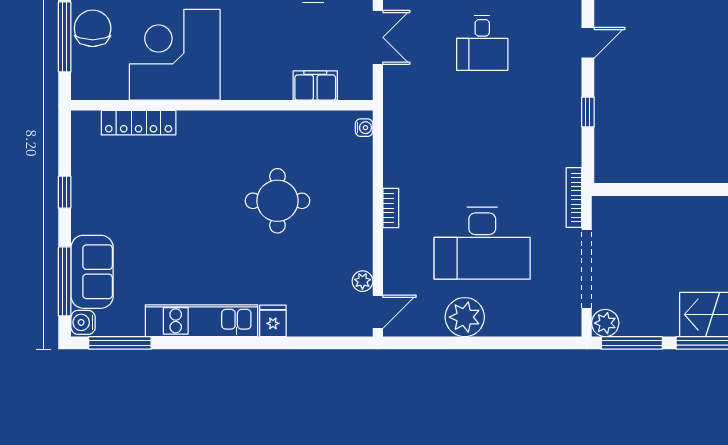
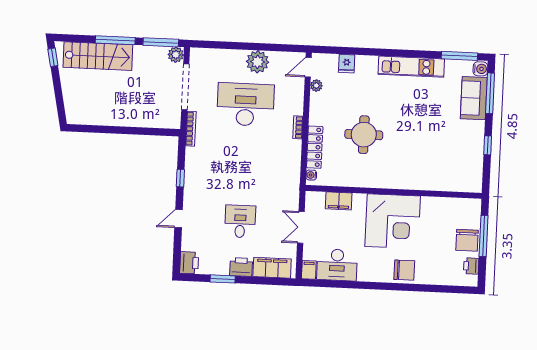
corner desk: (175, 55) -> (393, 221), moved
locker: (139, 123) -> (315, 147), moved, turned 90
fridge: (273, 321) -> (347, 64), moved

